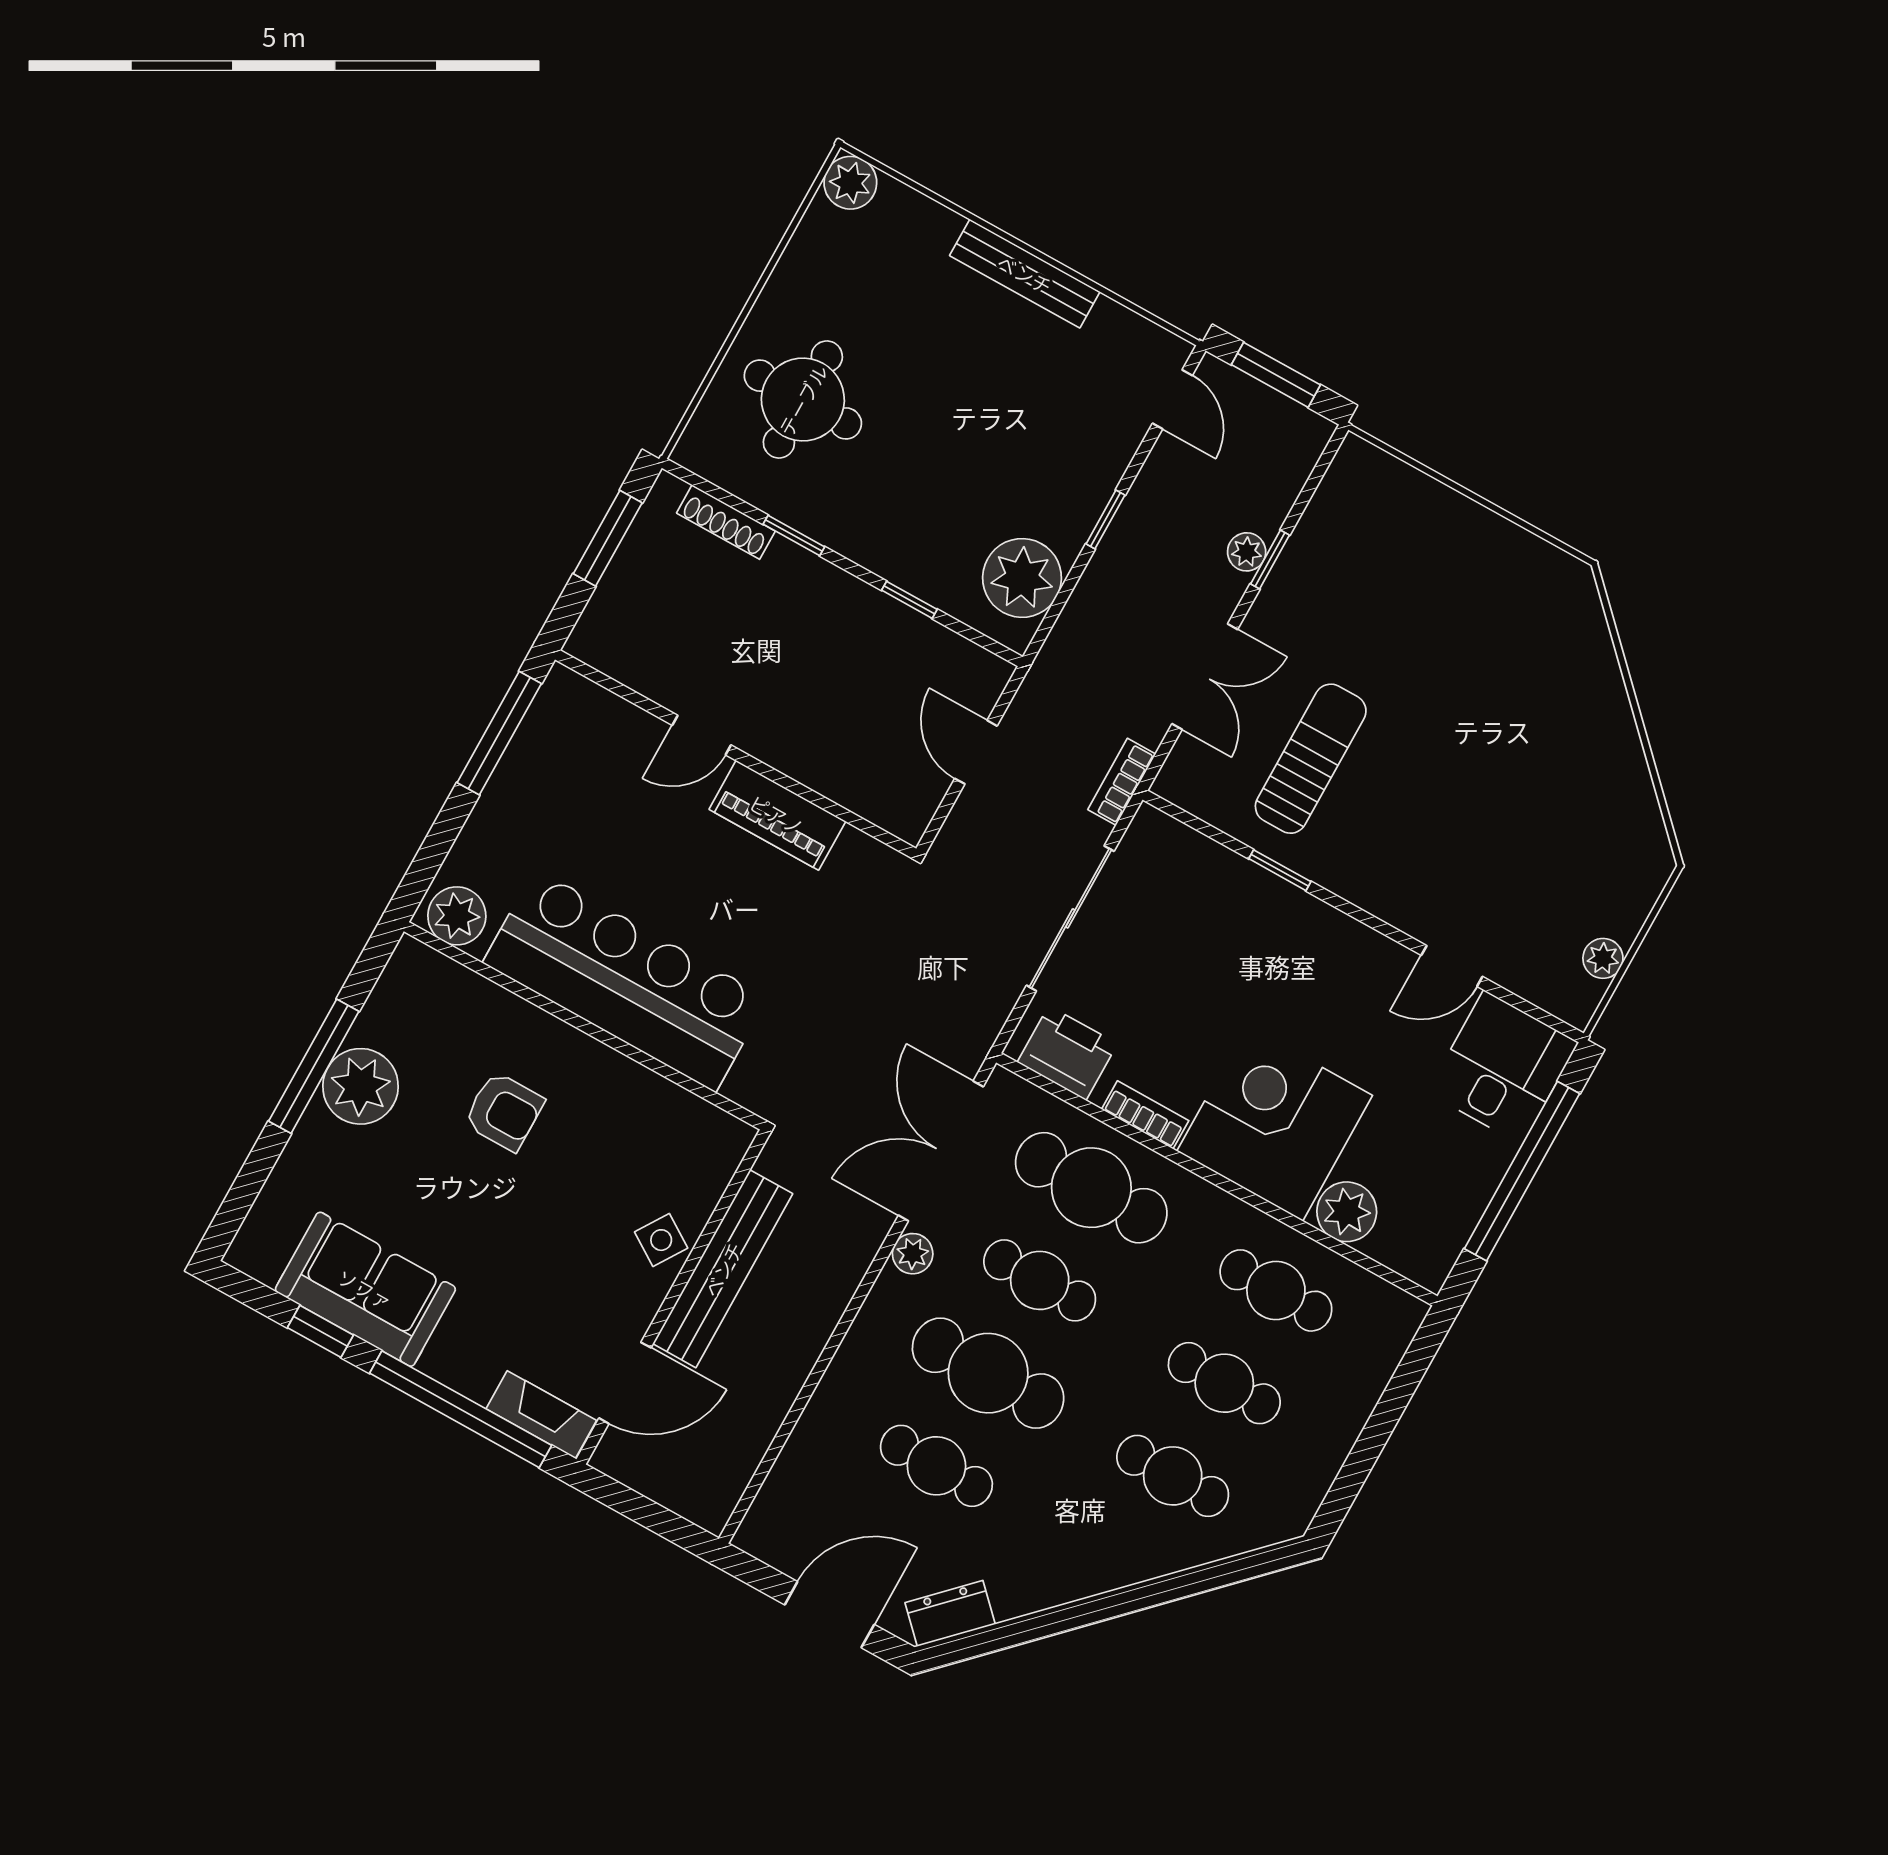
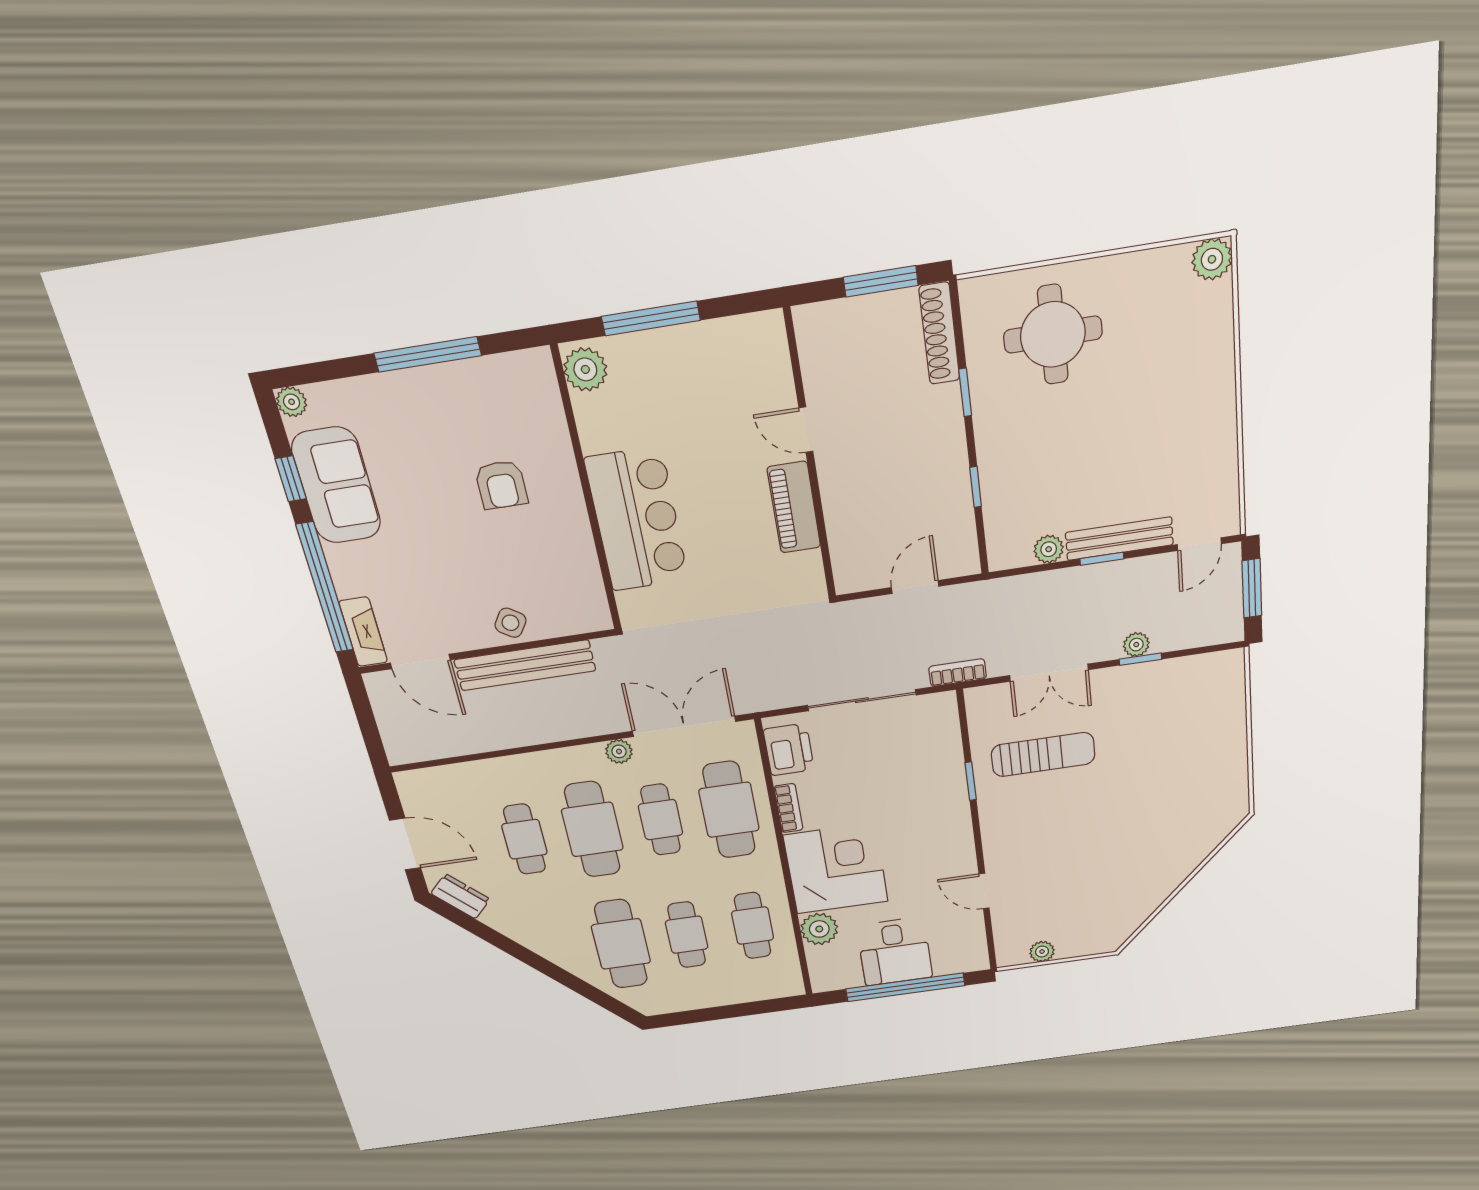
bench: (1025, 274) -> (1119, 539), moved, turned 90
shoe rack: (726, 522) -> (939, 333), width x1.36, depth x1.24
plant: (1022, 578) -> (1049, 549), width x0.53, depth x0.53
window: (499, 733) -> (651, 318), moved
bar counter: (625, 980) -> (637, 520), width x0.73
desk: (1503, 1067) -> (895, 951), moved, turned 90
plant: (360, 1086) -> (292, 402), moved, width x0.53, depth x0.53
cafe table: (1173, 1476) -> (621, 944), width x1.37, depth x1.35

